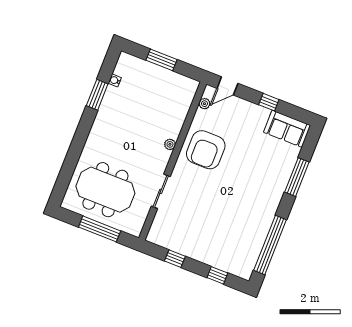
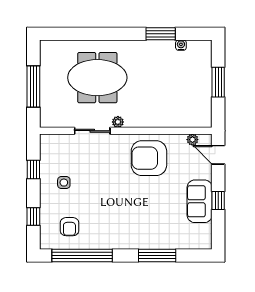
sofa: (287, 129) -> (200, 201), moved
plant: (170, 144) -> (118, 122), moved
meeting table: (105, 190) -> (97, 78), moved, turned 90
side table: (198, 236) -> (64, 183), added
armchair: (239, 246) -> (69, 227), added

